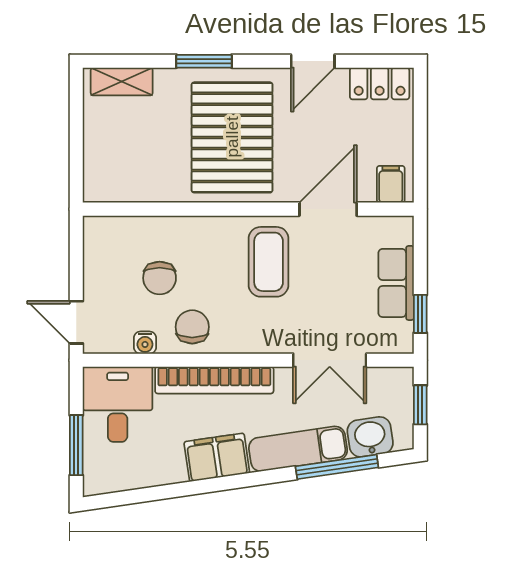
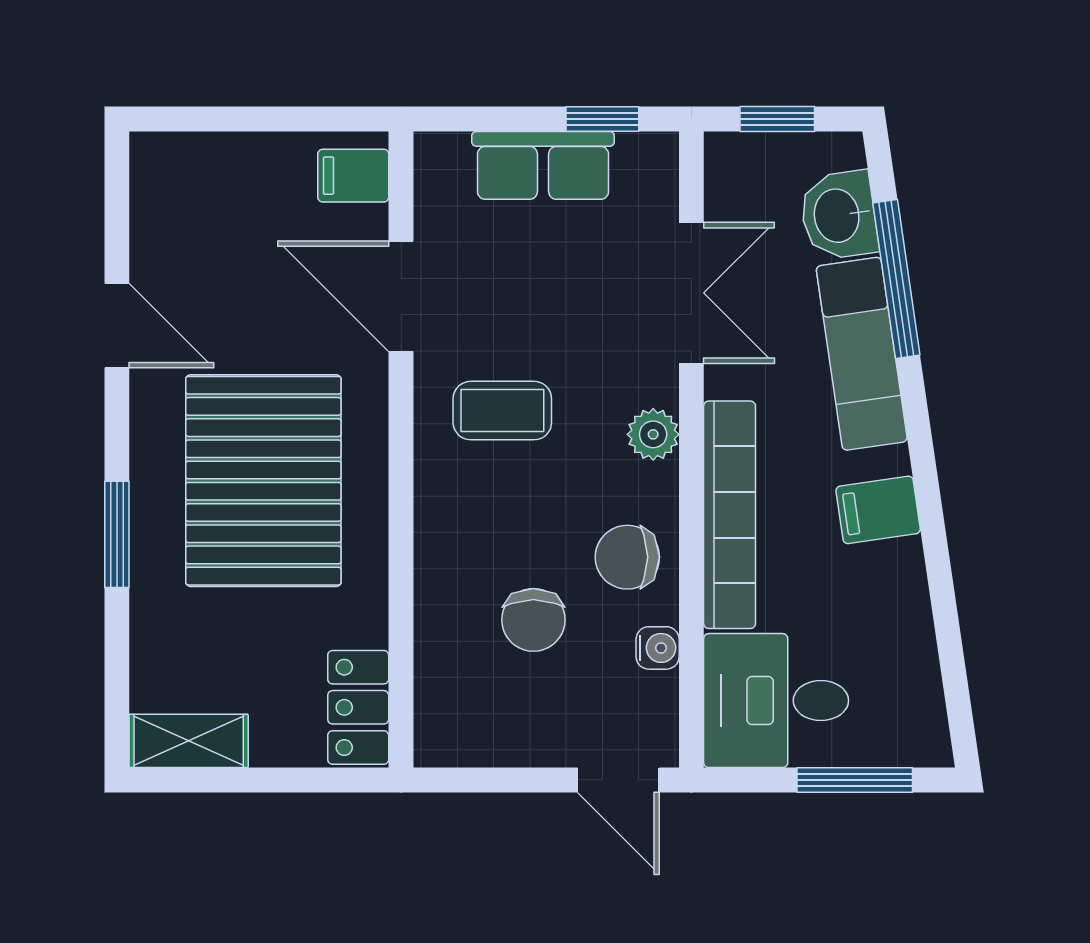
shelving: (122, 82) -> (189, 741), moved, turned 90
locker: (380, 83) -> (358, 707), moved, turned 180
pallet: (232, 137) -> (263, 481), turned 90
coffee table: (269, 262) -> (502, 411), width x0.73, depth x0.77
chair: (160, 278) -> (533, 620), turned 90
door: (76, 322) -> (618, 780), hinge flipped
plant: (256, 340) -> (653, 434), added
filing cabinet: (217, 457) -> (878, 510), width x0.50

